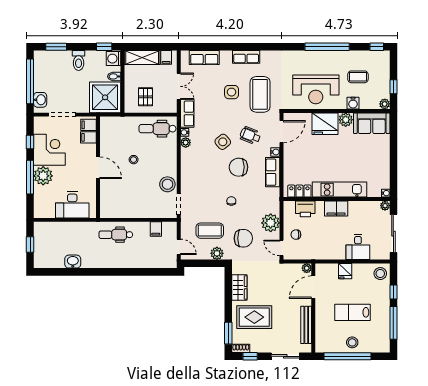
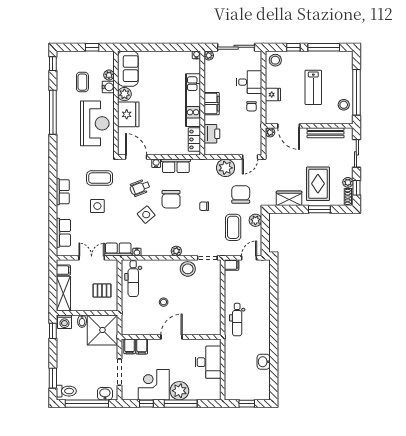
toilet: (79, 60) -> (66, 391), moved
coffee table: (260, 94) -> (100, 178), width x0.73, depth x0.76
plant: (385, 104) -> (109, 75), moved
wheelchair: (250, 135) -> (140, 188), turned 47
plant: (186, 143) -> (176, 251), moved
filing cabinet: (156, 229) -> (232, 265), moved
chair: (296, 235) -> (252, 106), moved
window: (228, 333) -> (319, 209), moved
stool: (352, 342) -> (344, 105), moved
plant: (256, 348) -> (348, 182), added

